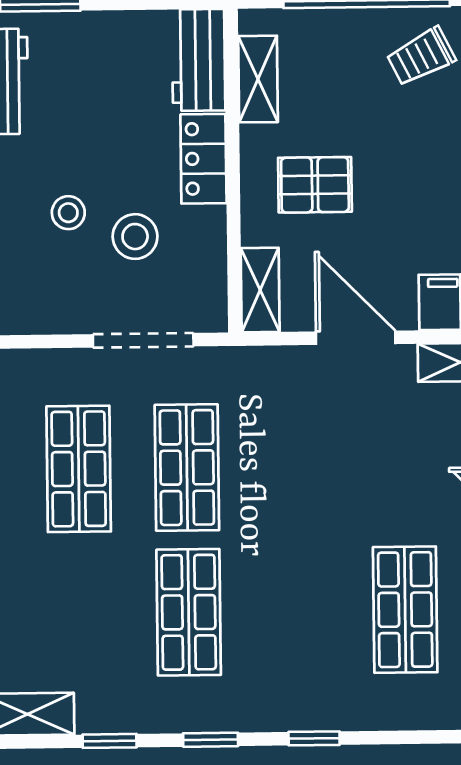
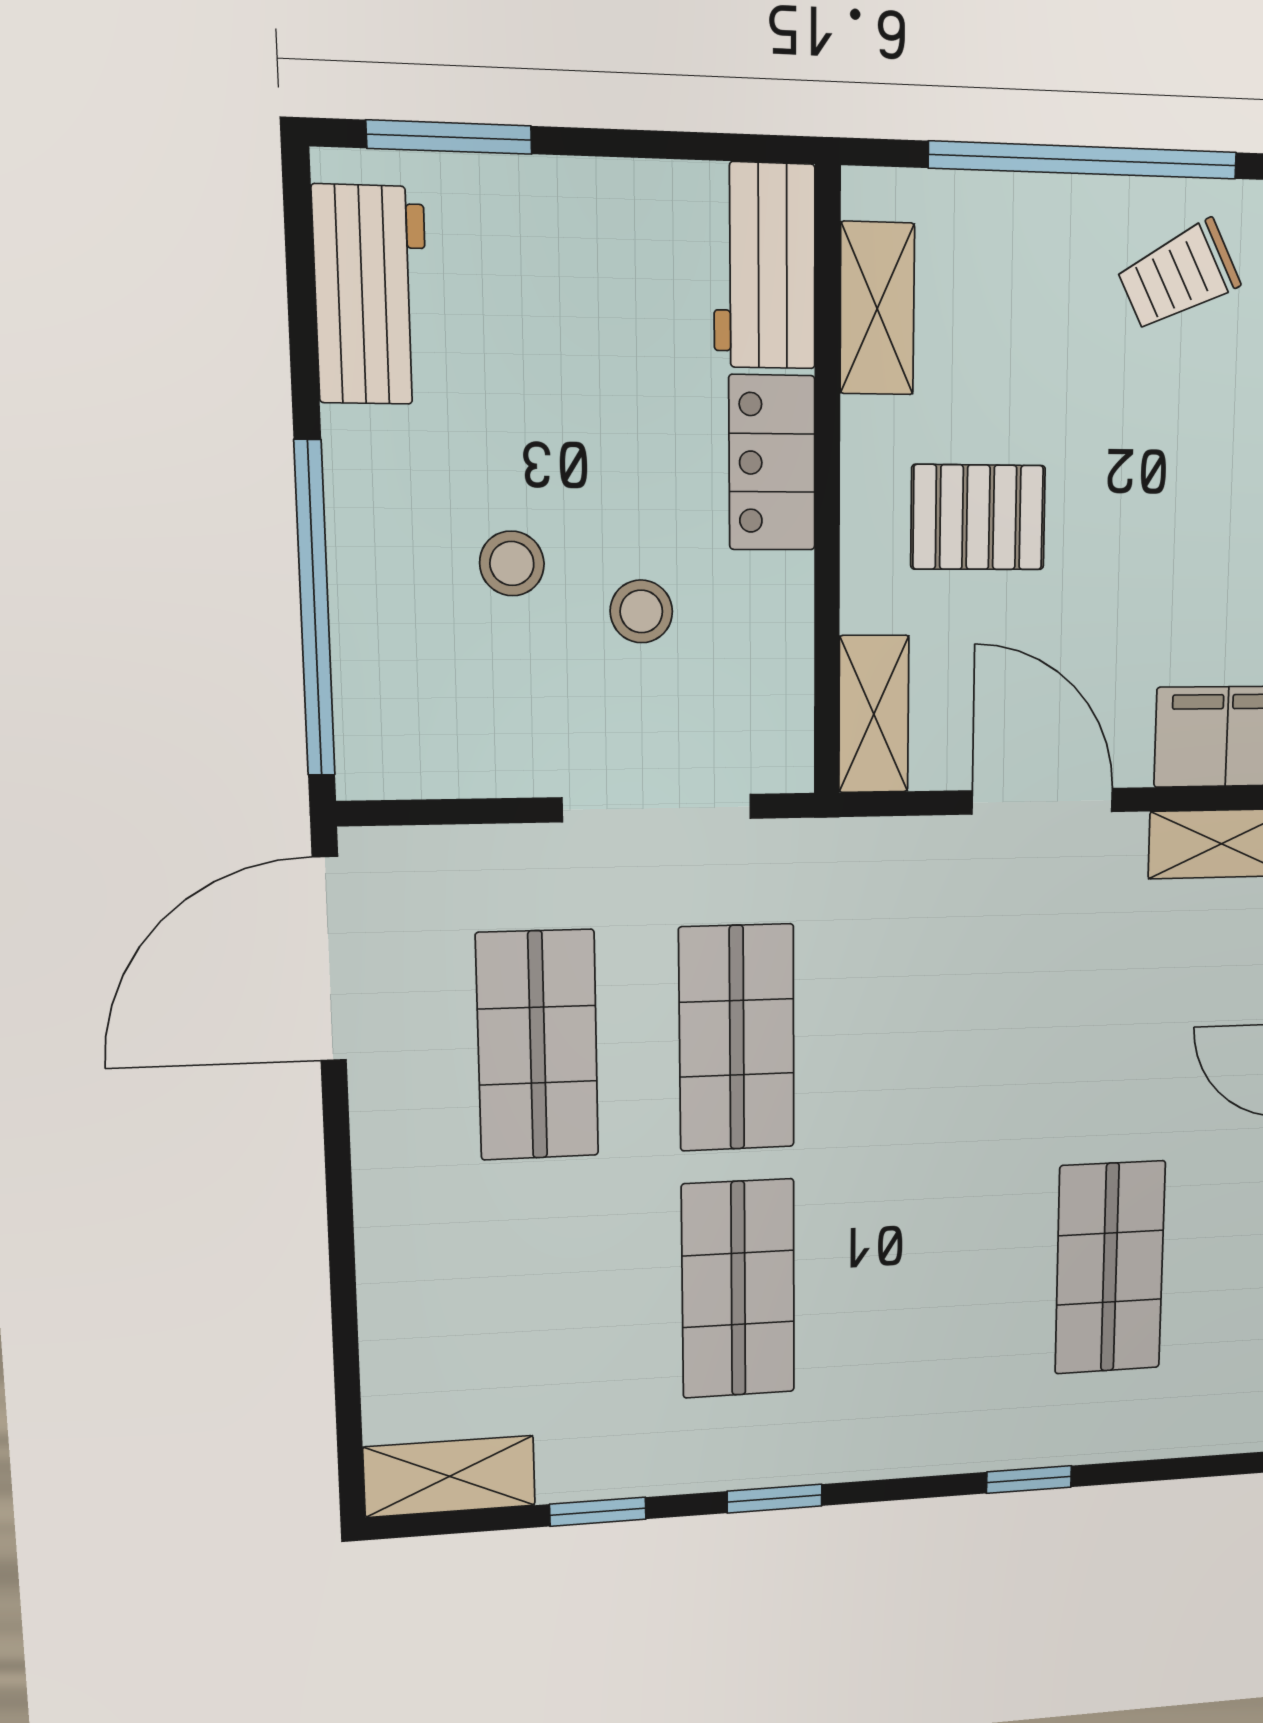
stool: (135, 237) -> (641, 611), width x0.73, depth x0.73
window: (314, 738) -> (1029, 1480), moved

